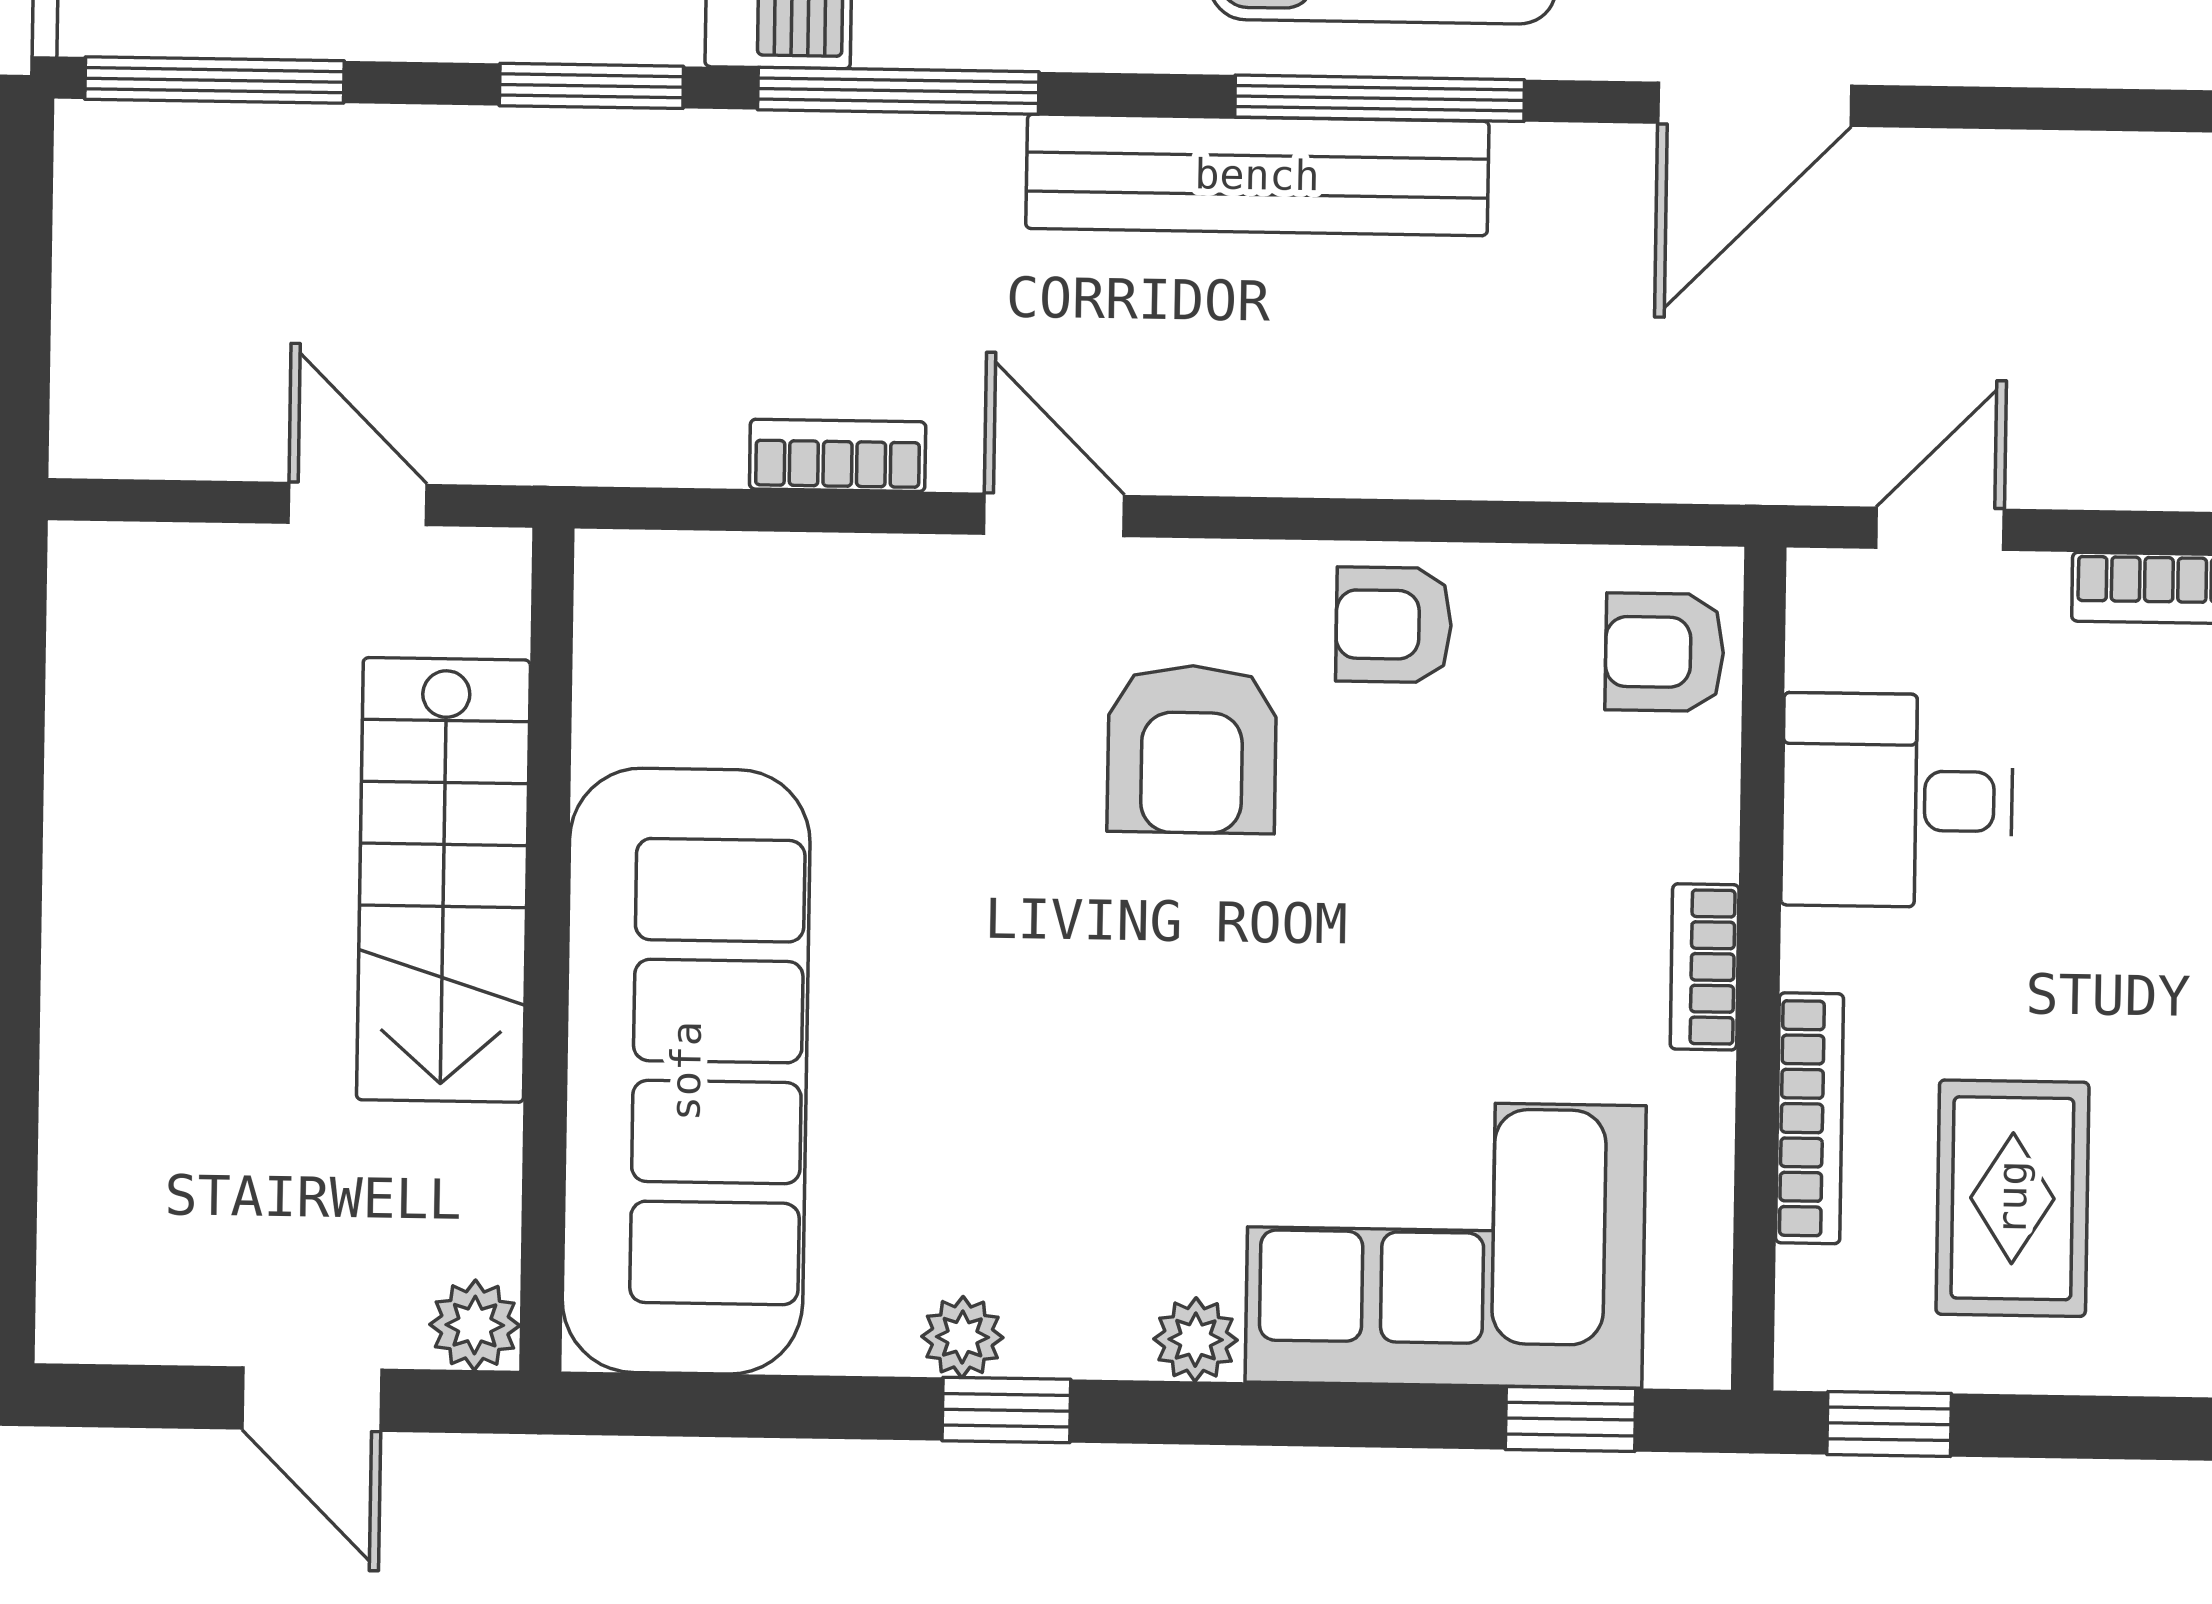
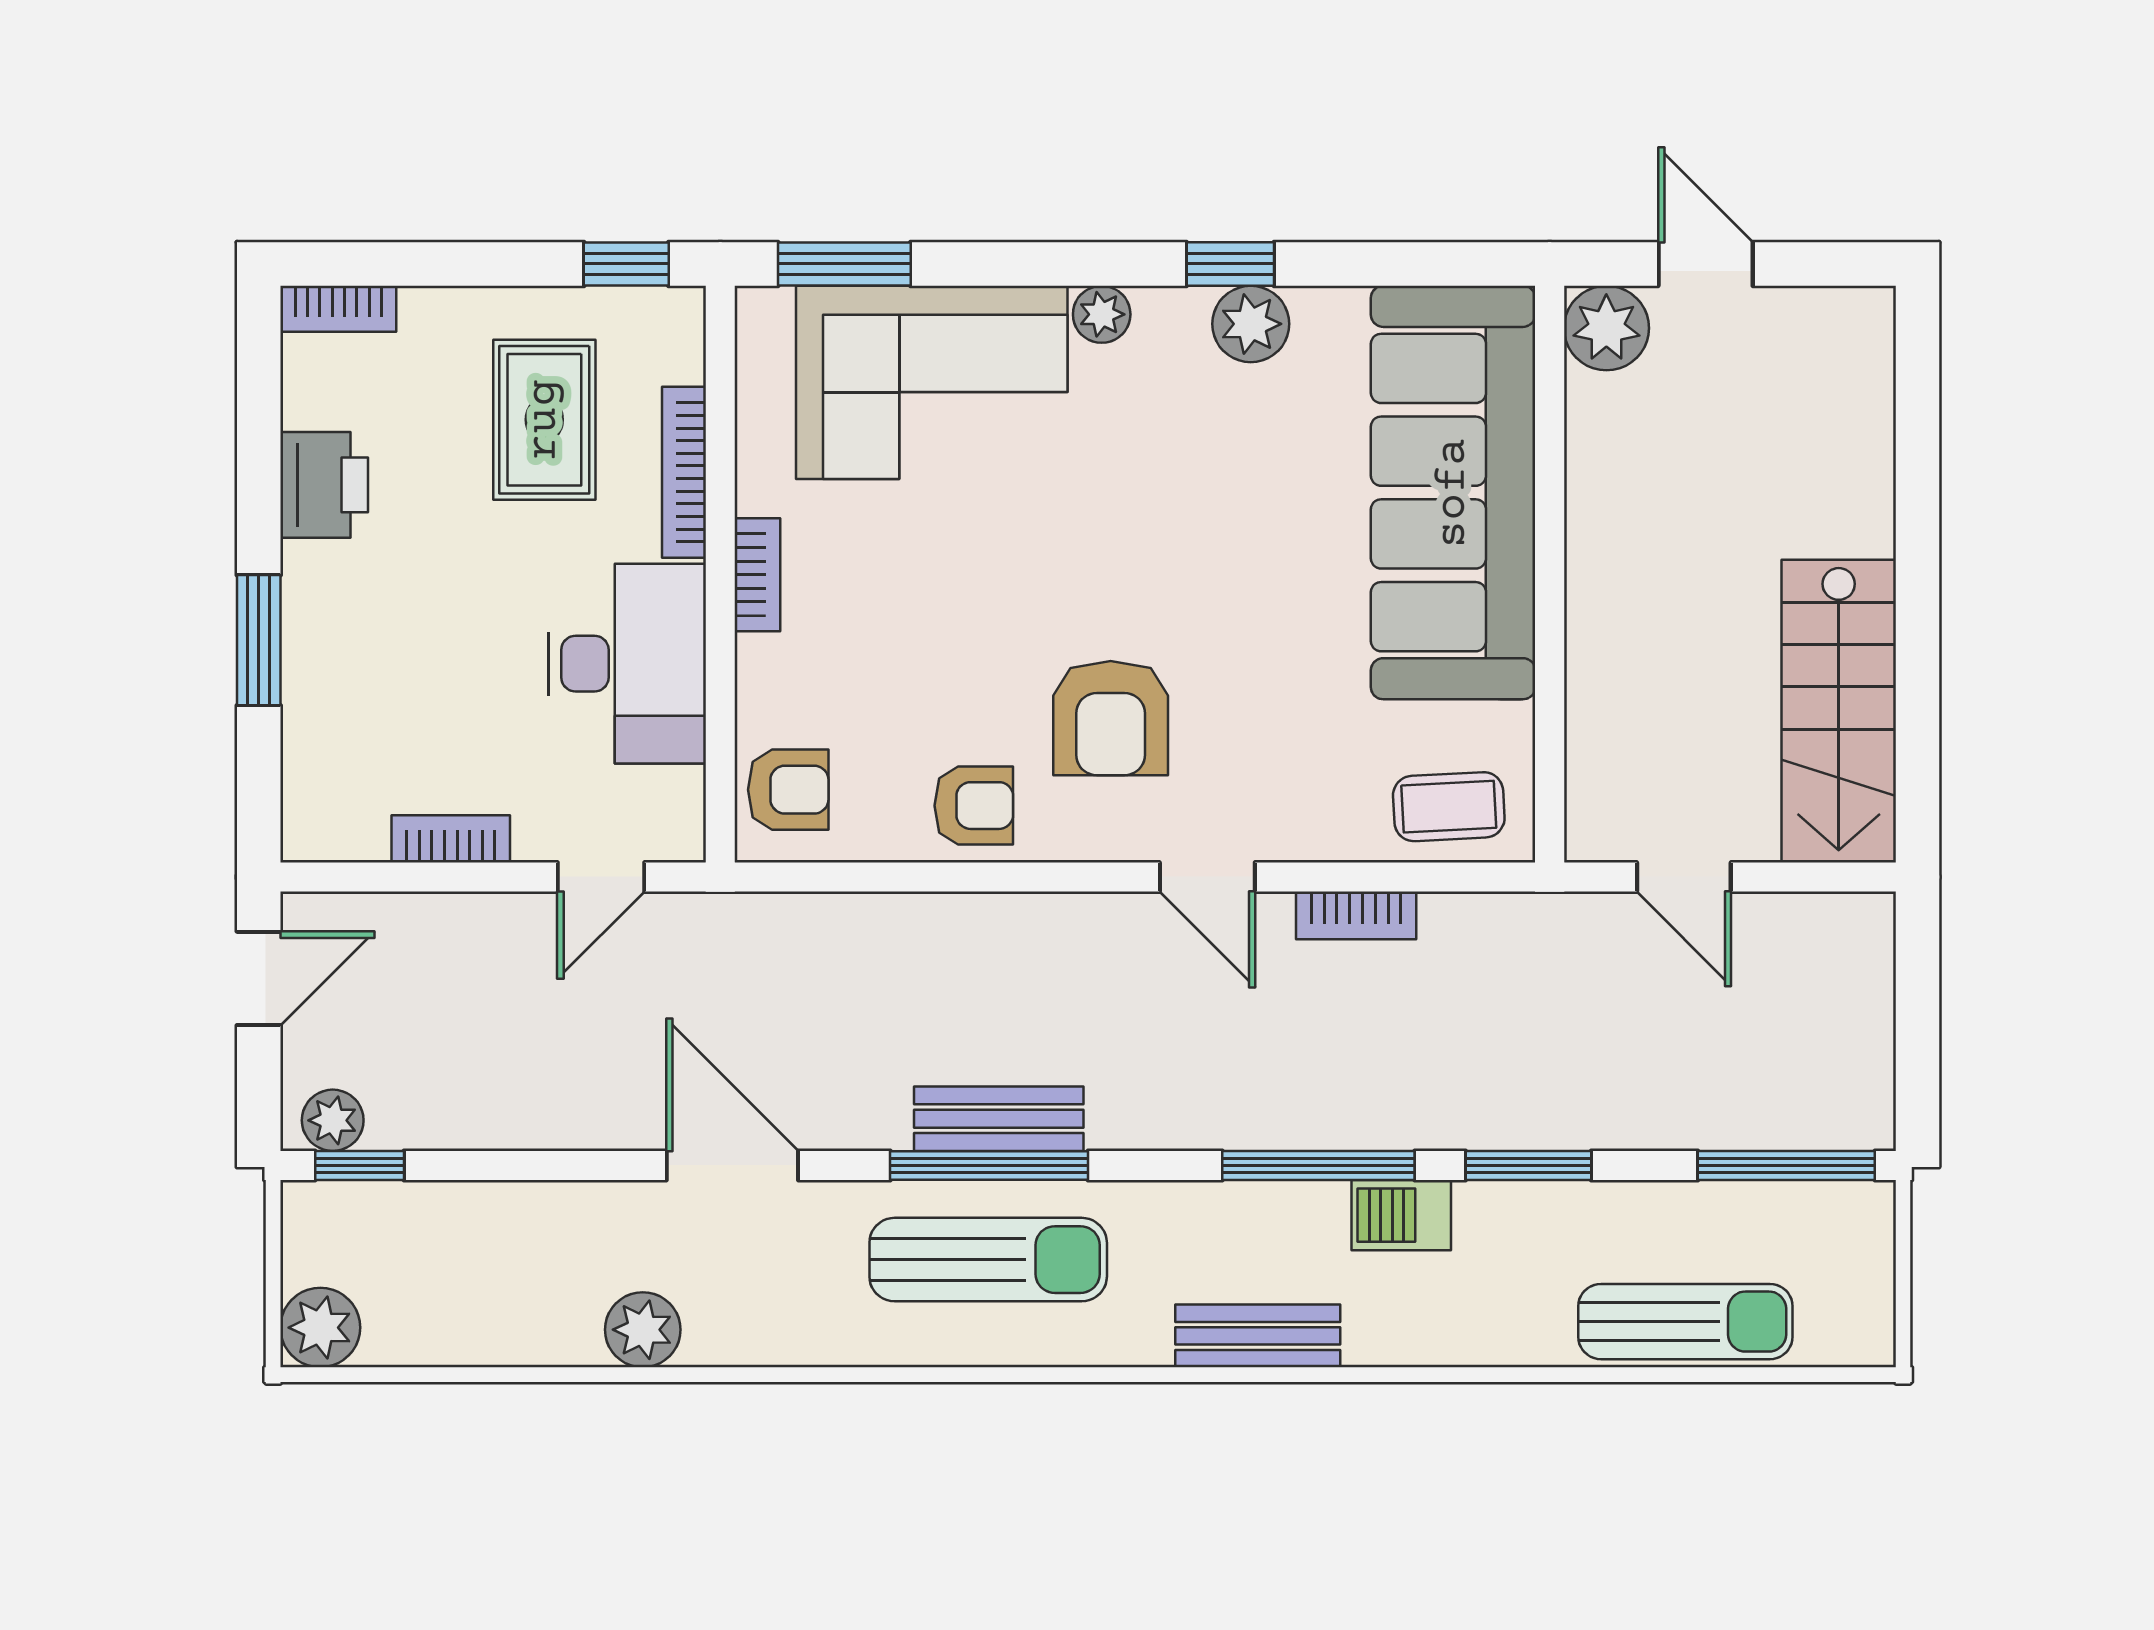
door: (1755, 104) -> (732, 1165), hinge flipped
bench: (1257, 175) -> (999, 1119), width x0.54, depth x0.82
coffee table: (700, 612) -> (1449, 807), added
armchair: (1192, 749) -> (1111, 718), turned 180
desk: (1897, 800) -> (627, 664), width x1.37
stairs: (443, 880) -> (1839, 711), moved, turned 180
plant: (475, 1325) -> (1606, 328), width x1.38, depth x1.38
plant: (962, 1337) -> (1251, 324), width x1.38, depth x1.38
window: (1571, 1419) -> (844, 264), width x1.50

